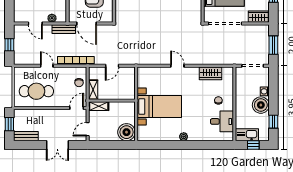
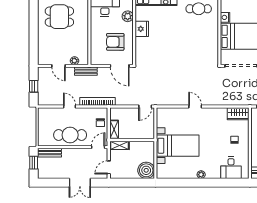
door: (87, 24) -> (120, 66), moved
door: (112, 66) -> (145, 106), moved
wardrobe: (210, 73) -> (238, 114), moved
cafe table: (36, 91) -> (70, 135), moved
desk: (222, 121) -> (231, 168), moved, turned 90
bench: (26, 136) -> (49, 153), moved

